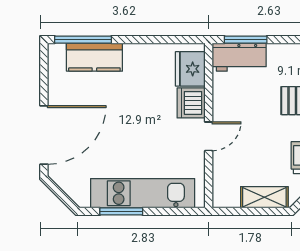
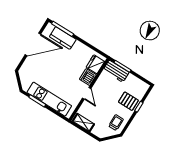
door: (44, 135) -> (33, 44), moved
door: (209, 136) -> (87, 93), hinge flipped
shelving: (264, 197) -> (83, 123), moved

